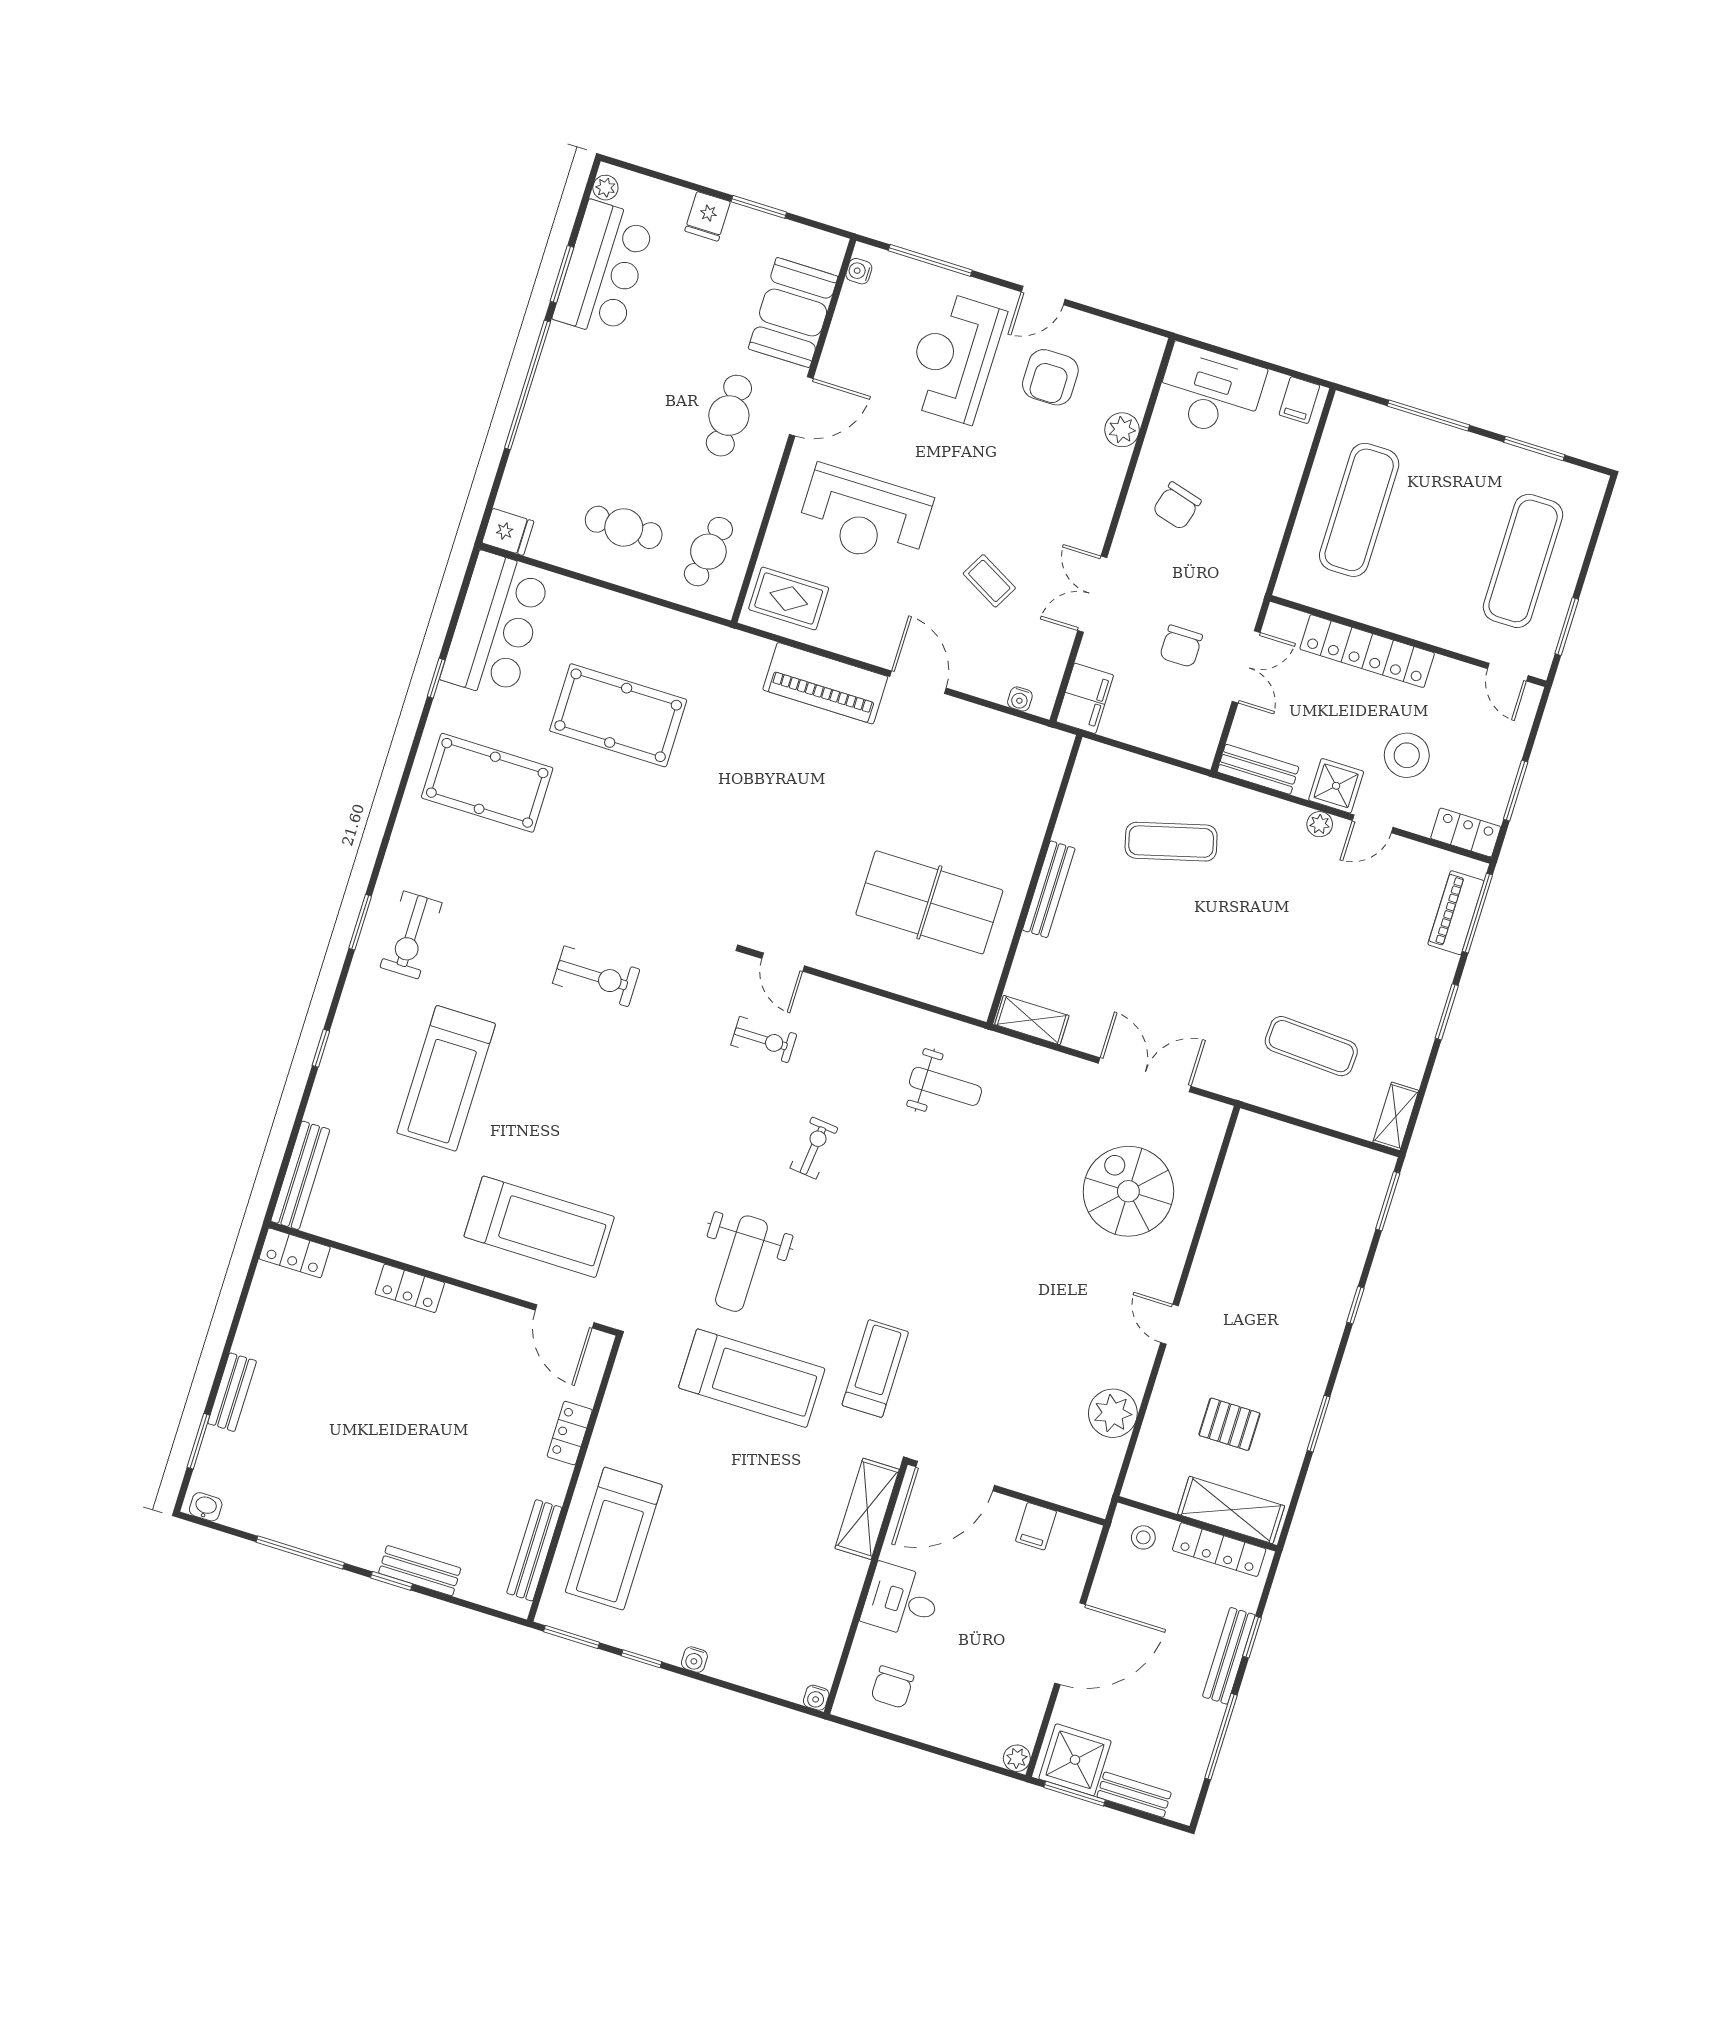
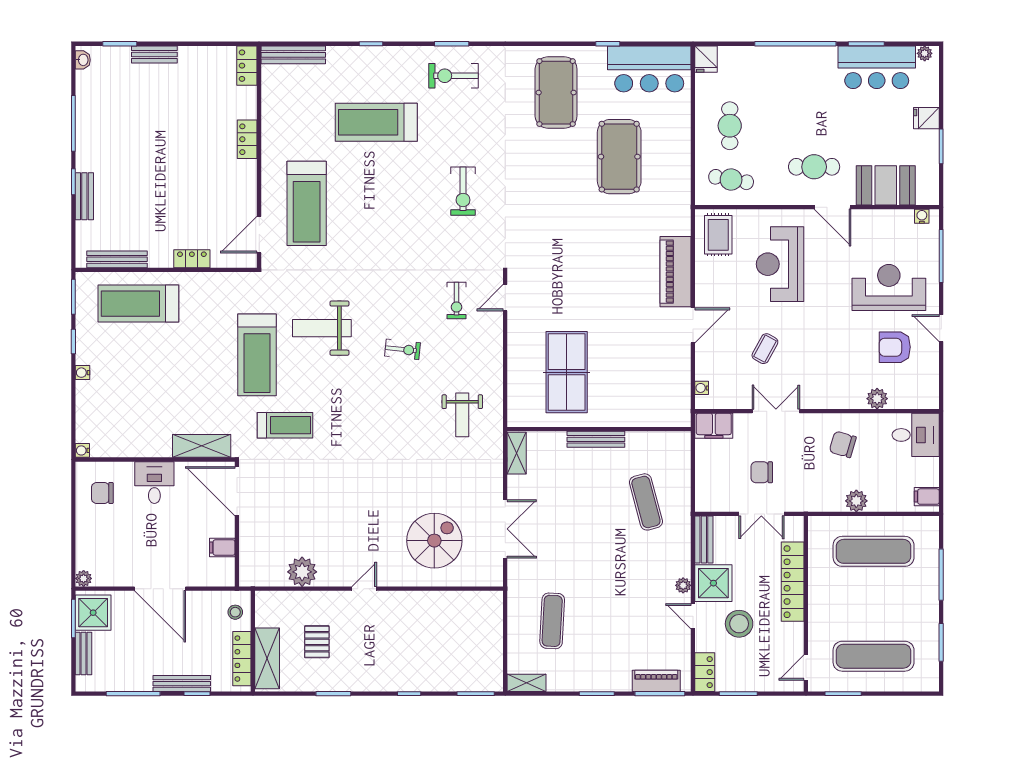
desk: (1210, 391) -> (916, 435), width x0.73
plant: (1272, 512) -> (856, 501), added
shower: (1336, 786) -> (713, 583), width x1.36, depth x1.36

